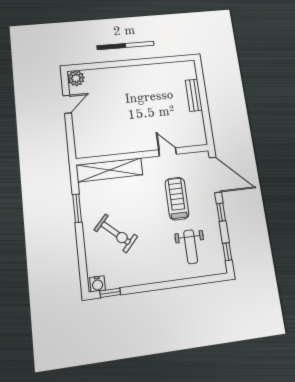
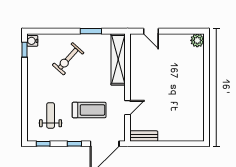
bench: (194, 95) -> (144, 136), moved
door: (67, 104) -> (151, 31), moved
weight bench: (191, 247) -> (51, 115), turned 90

